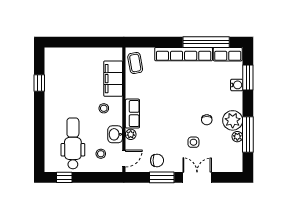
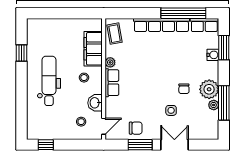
plant: (131, 134) -> (110, 62), moved
dental chair: (73, 143) -> (49, 81), moved

